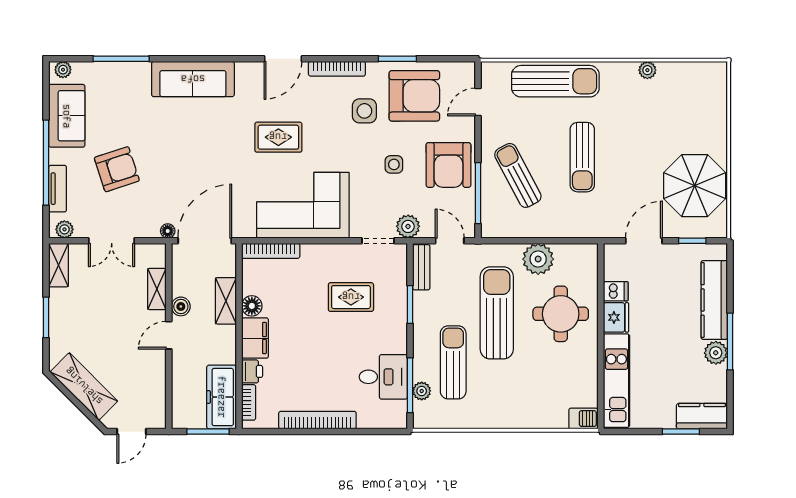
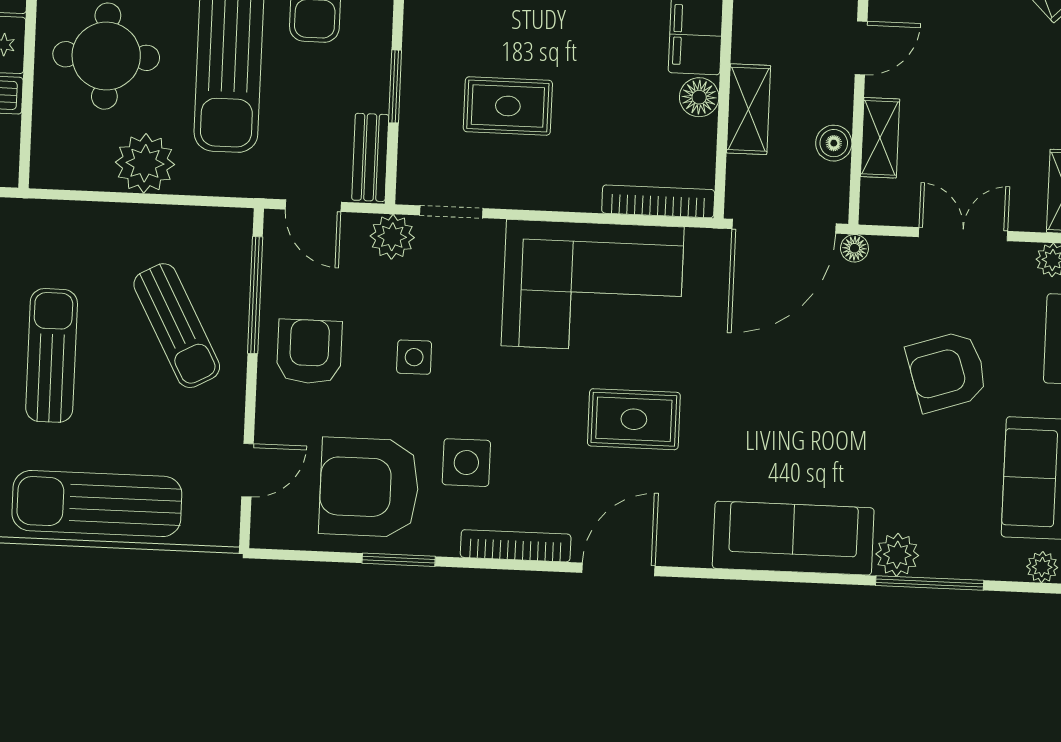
plant: (139, 73) -> (897, 555), added
armchair: (448, 165) -> (309, 352), width x0.73, depth x0.73
boiler: (181, 306) -> (834, 143), moved

